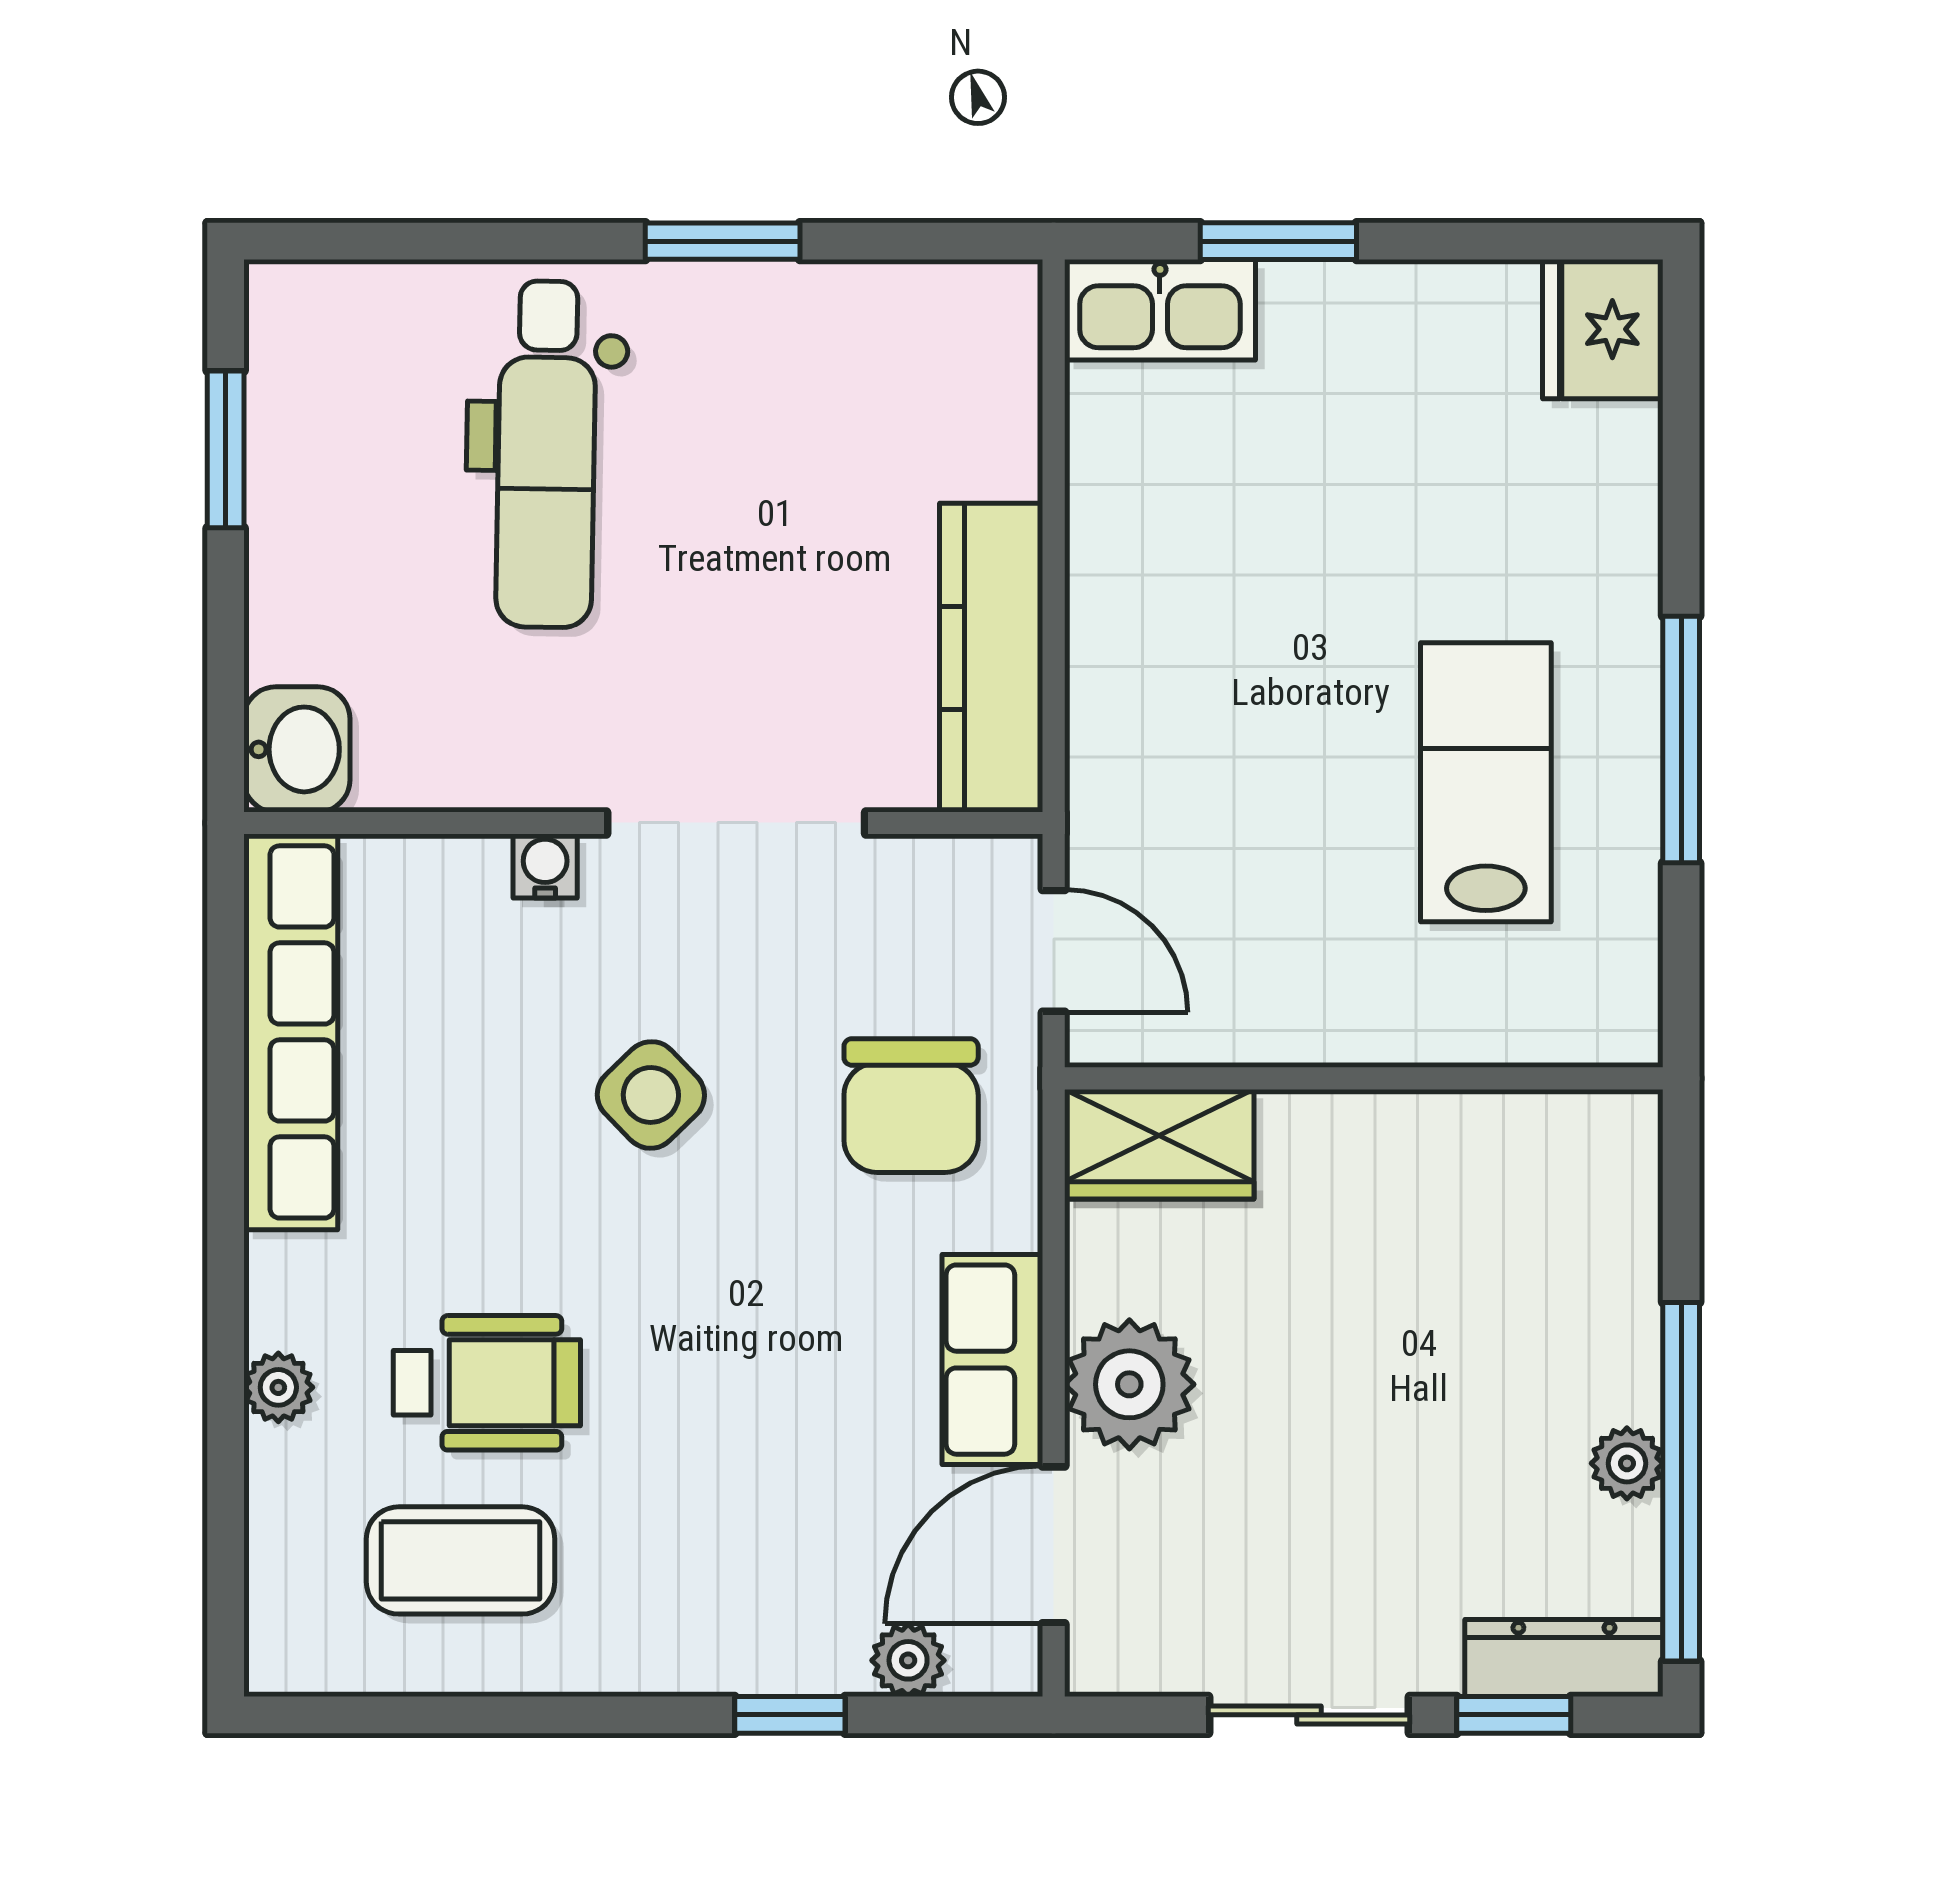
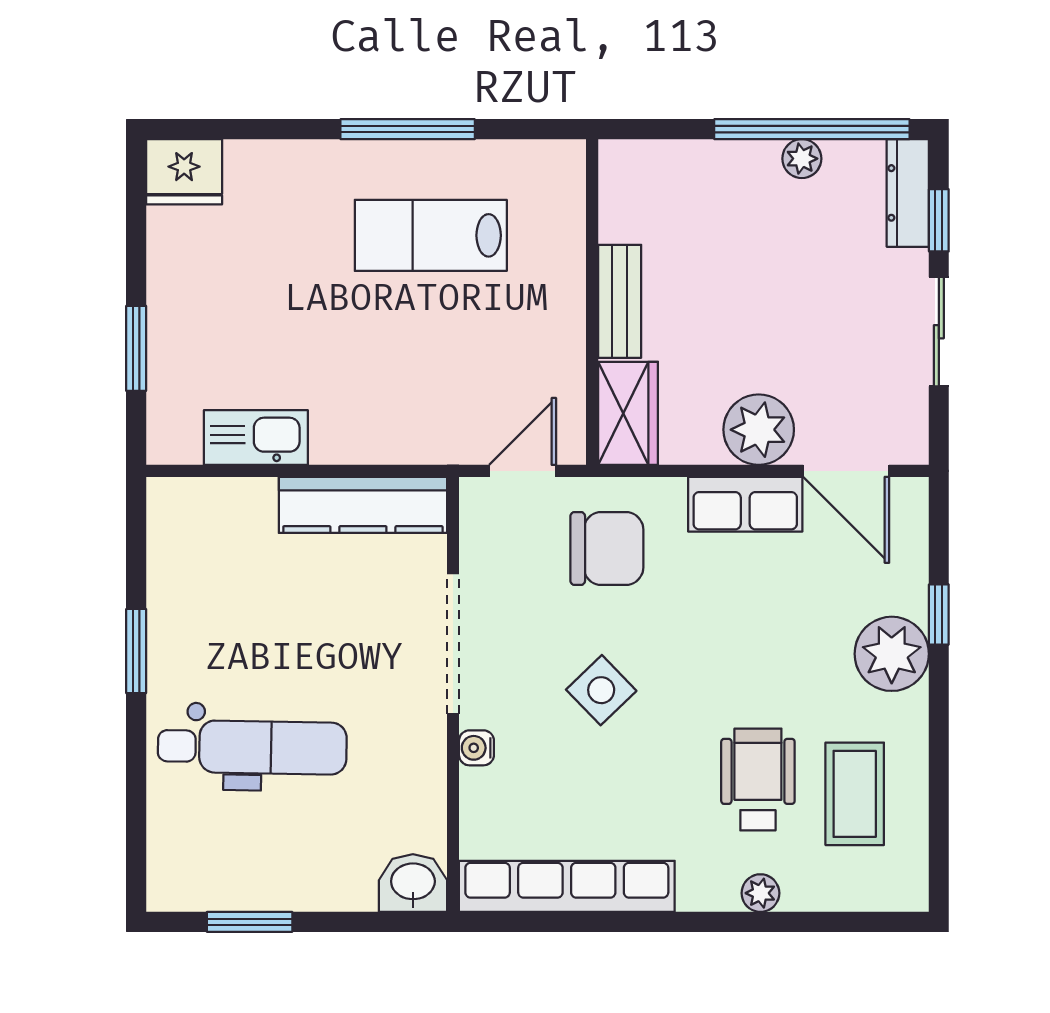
kitchen sink: (1160, 310) -> (256, 437), moved, turned -90
bench: (1365, 1129) -> (620, 301), added
plant: (908, 1660) -> (892, 654), moved, width x1.87, depth x1.87

